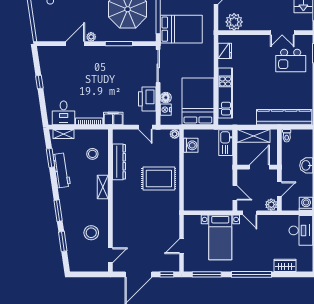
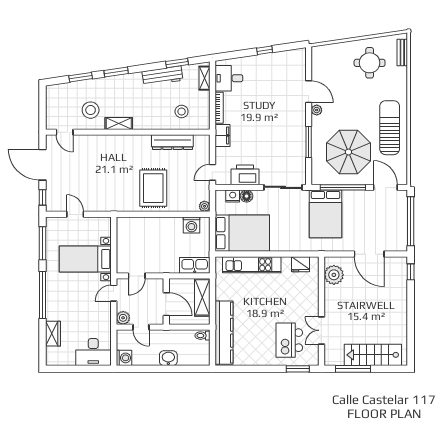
shelving: (103, 187) -> (119, 123), moved

